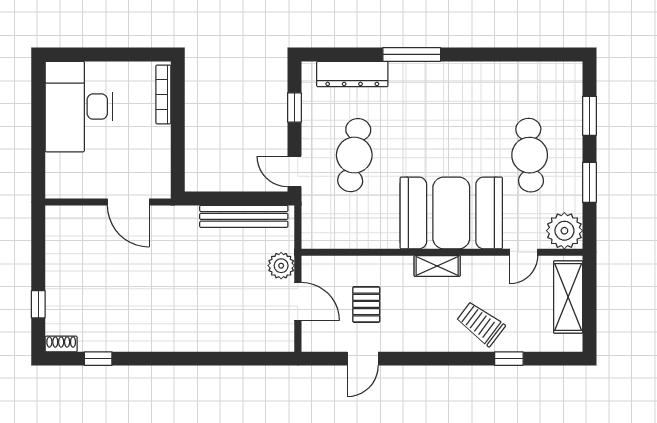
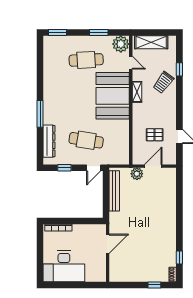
window: (589, 116) -> (57, 33), moved
shelving: (437, 266) -> (137, 92), moved

